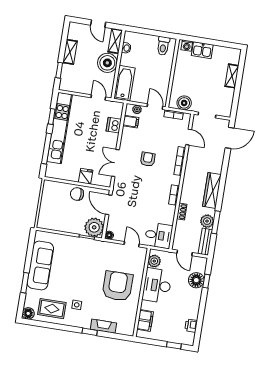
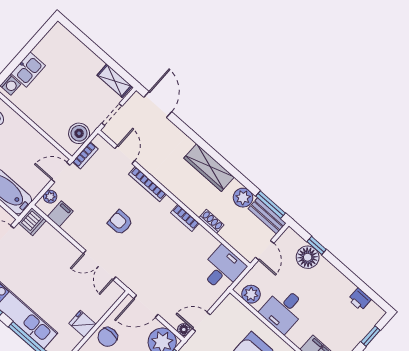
shelving: (232, 76) -> (114, 81), moved
dishwasher: (114, 125) -> (32, 222), moved, turned -90
door: (189, 137) -> (125, 155), hinge flipped
fridge: (86, 176) -> (82, 324), moved
window: (216, 222) -> (271, 205), moved
door: (132, 244) -> (201, 322), moved
door: (185, 253) -> (265, 250), hinge flipped
desk: (157, 285) -> (283, 310), width x0.73

